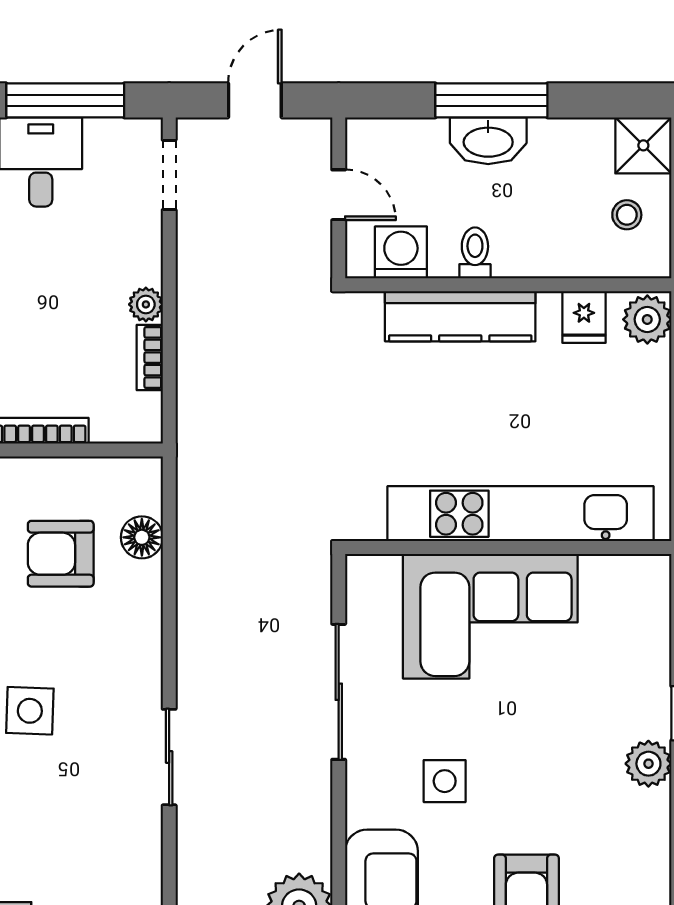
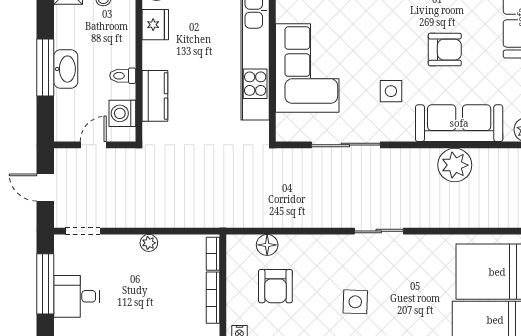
kitchen counter: (460, 316) -> (155, 96), width x0.67
fridge: (584, 317) -> (155, 25), width x1.38
bookcase: (150, 358) -> (213, 254), moved, turned 90

